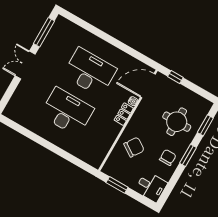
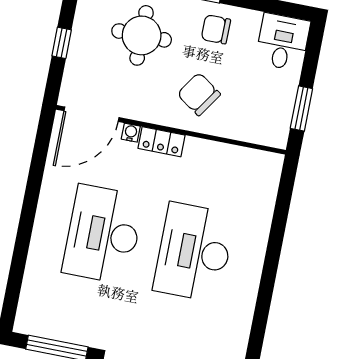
window: (175, 77) -> (62, 43), moved
door: (148, 86) -> (91, 114), hinge flipped
chair: (134, 147) -> (199, 94), moved

